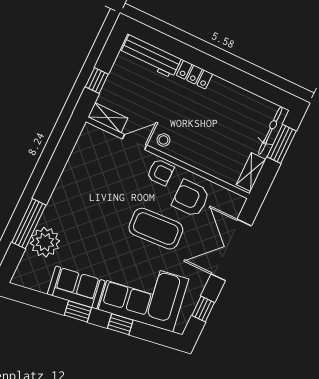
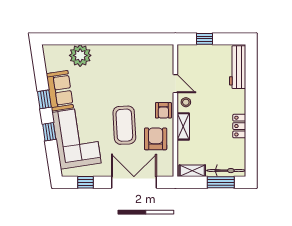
locker: (194, 75) -> (239, 126), moved
shelving: (108, 118) -> (183, 126), moved
window: (29, 224) -> (87, 39), removed

